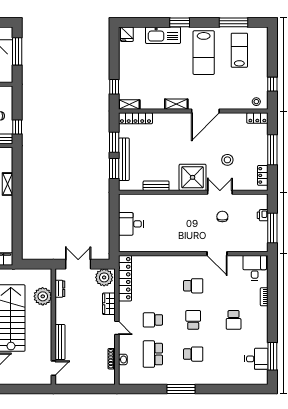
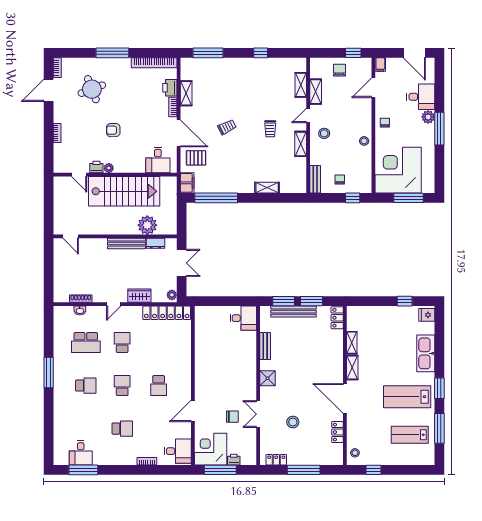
window: (180, 22) -> (439, 388), moved
lab bench: (239, 50) -> (410, 435), turned 180
window: (114, 87) -> (405, 301), moved
shelving: (129, 105) -> (352, 343), moved
locker: (135, 118) -> (337, 318), width x0.66
locker: (257, 118) -> (337, 432), moved
window: (17, 127) -> (353, 198), moved
shower: (193, 177) -> (268, 378), width x0.54, depth x0.54
double door: (220, 192) -> (258, 414), swing flipped
desk: (131, 224) -> (243, 318), moved, turned 90
window: (17, 232) -> (216, 198), added
corner desk: (253, 237) -> (211, 449), added
plant: (104, 277) -> (172, 295), width x0.53, depth x0.53
school desk: (193, 320) -> (122, 386), turned -90
school desk: (234, 320) -> (122, 429), turned 180
bench: (60, 342) -> (127, 243), moved
school desk: (153, 354) -> (86, 343), turned 180
school desk: (193, 354) -> (86, 386), turned -90

